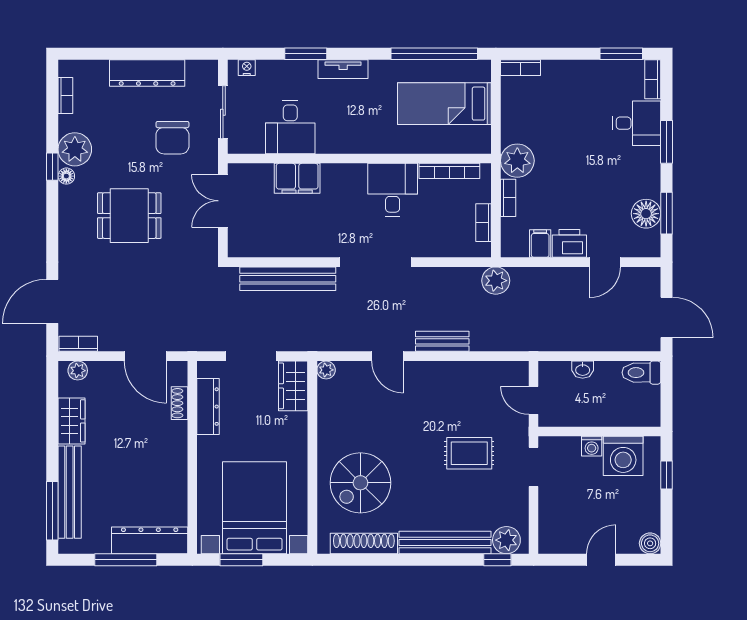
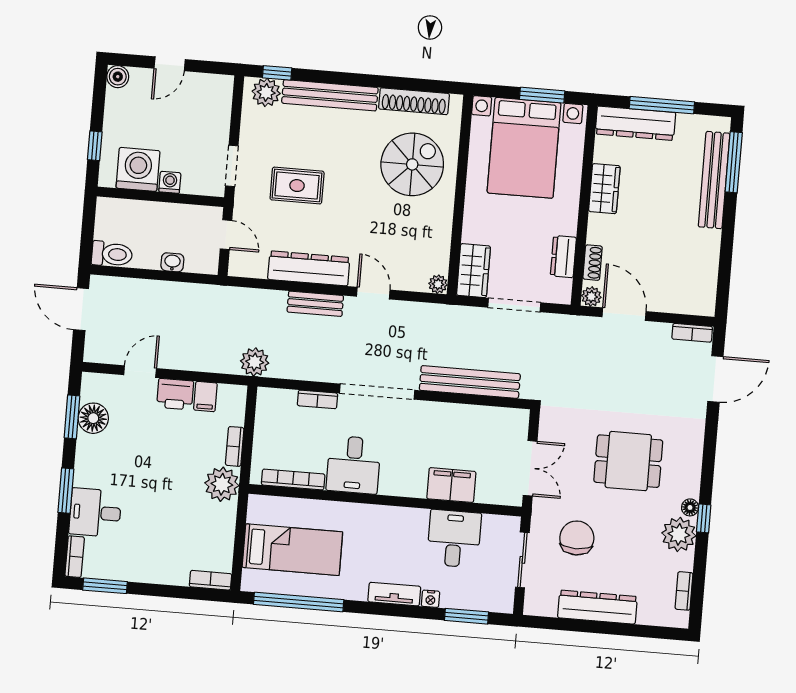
window: (306, 54) -> (466, 616), moved
nightstand: (247, 68) -> (431, 599), moved
bookcase: (484, 223) -> (317, 399), moved, turned 90
plant: (78, 371) -> (591, 297), moved
dresser: (451, 375) -> (309, 268), added
dresser: (208, 407) -> (563, 257), width x0.70
wardrobe: (72, 421) -> (604, 189), moved, turned 180

